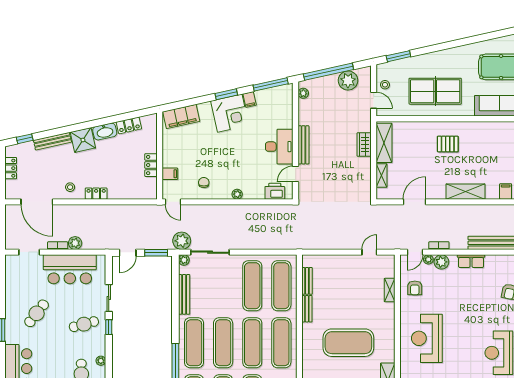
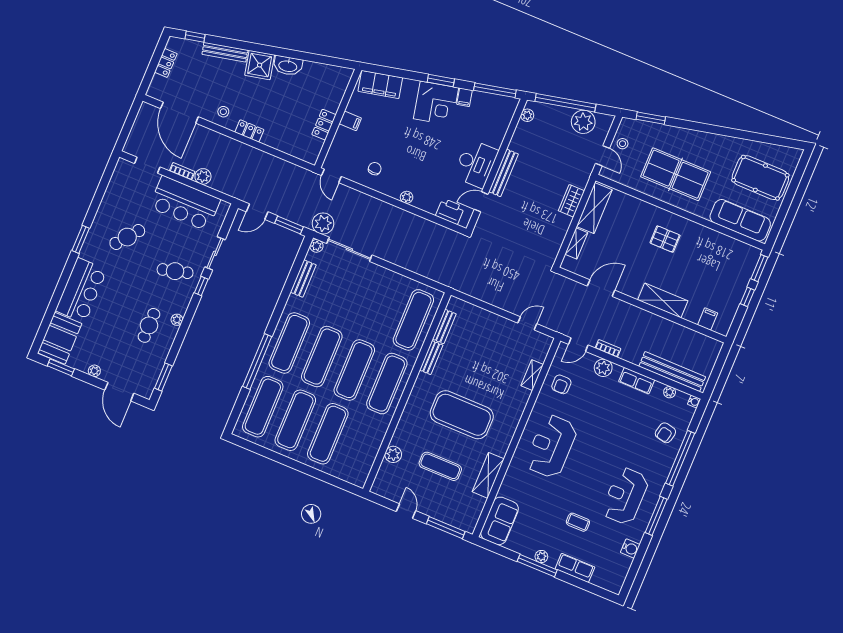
locker: (129, 125) -> (318, 70), removed
filing cabinet: (170, 174) -> (350, 121), moved
plant: (428, 259) -> (670, 392), moved
exercise mat: (252, 286) -> (381, 306), removed
bench: (184, 294) -> (303, 279), width x0.73

